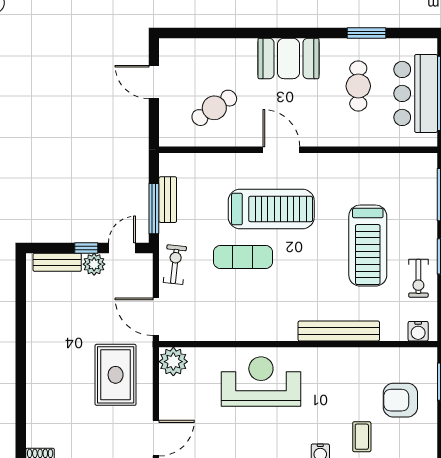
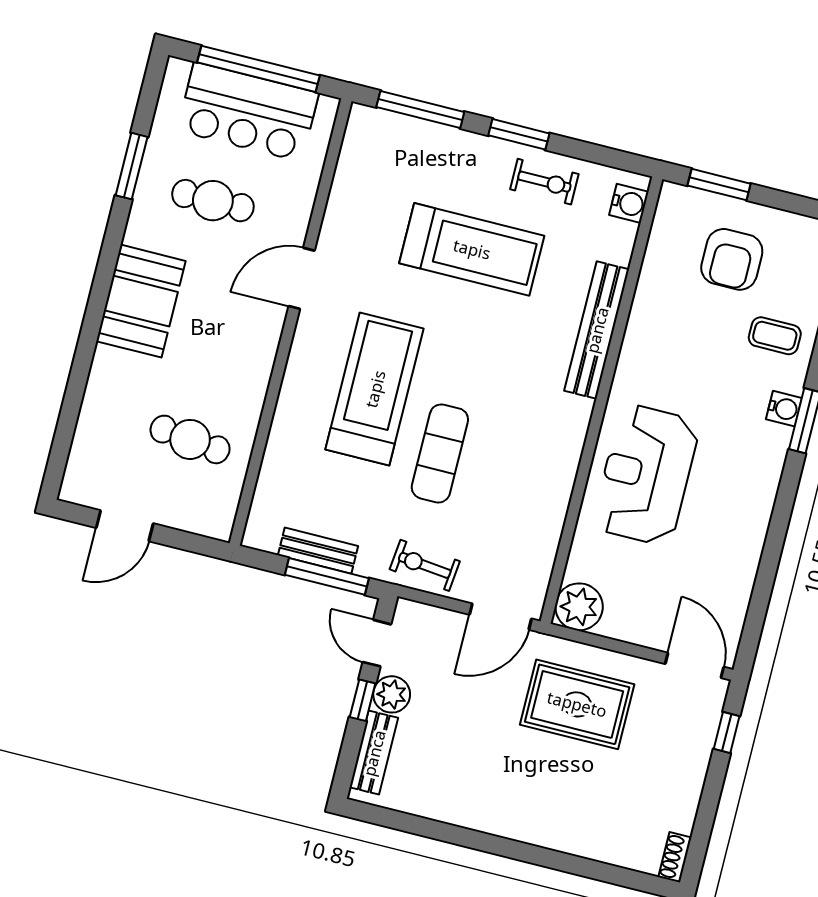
cafe table: (214, 108) -> (190, 439), turned -49
door: (281, 150) -> (302, 278), moved

